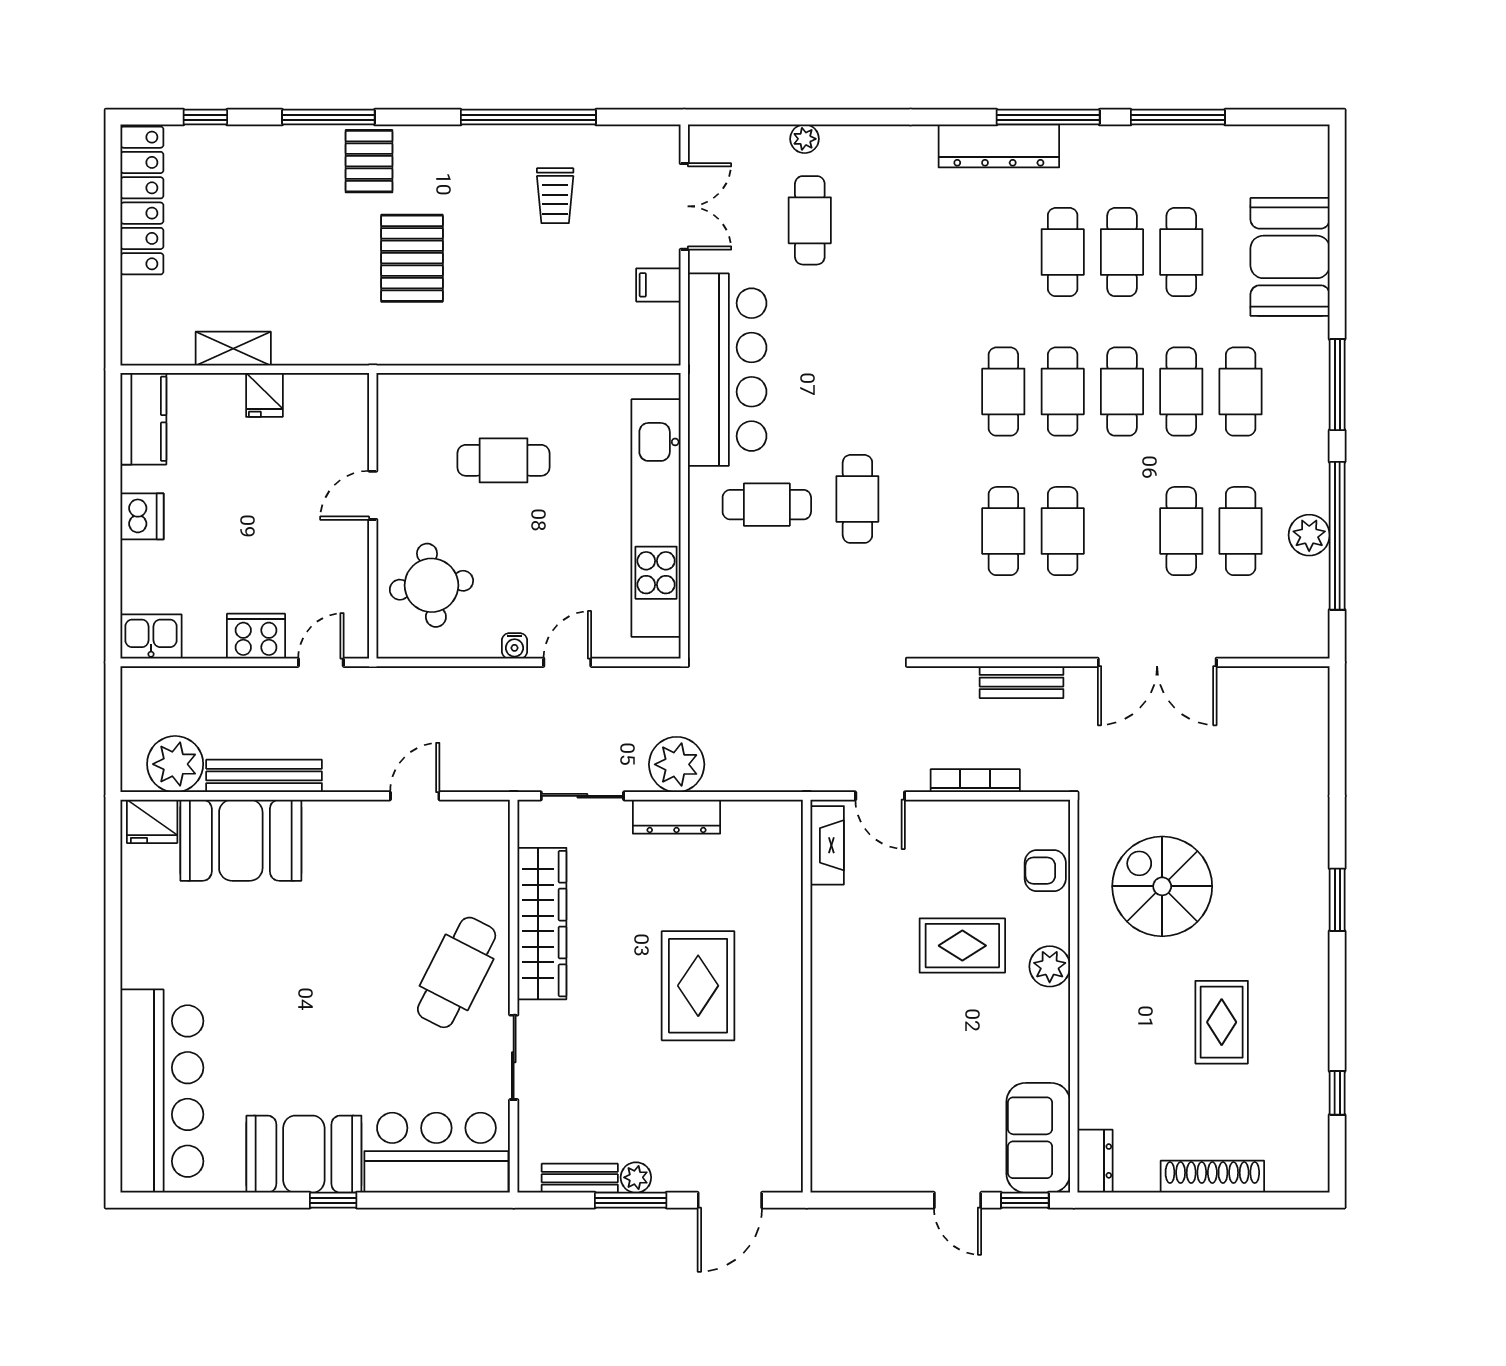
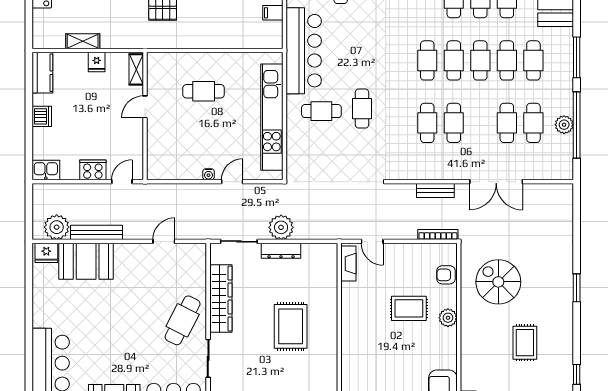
shelving: (353, 411) -> (136, 69), added
round table: (431, 585) -> (171, 147), removed
bookcase: (975, 781) -> (438, 235), moved

